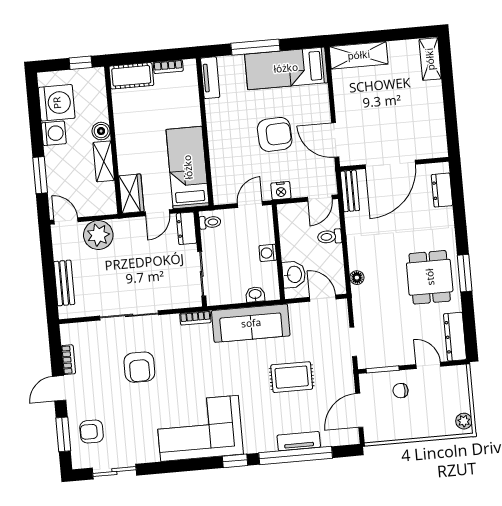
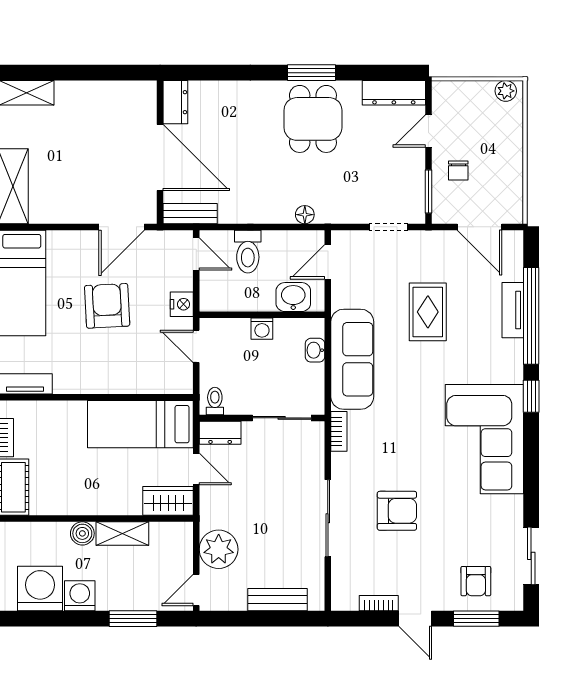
dresser: (442, 190) -> (175, 102), moved, turned -90
toilet: (330, 237) -> (248, 252), width x1.37, depth x1.39
dining table: (430, 277) -> (313, 119), turned 90

